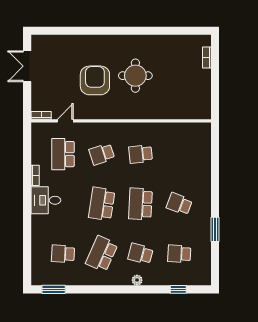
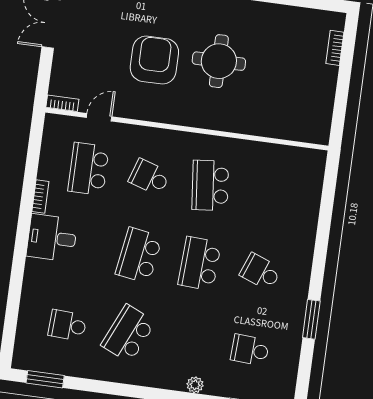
school desk: (102, 154) -> (149, 177), turned 36
school desk: (140, 154) -> (210, 185), width x1.85
school desk: (140, 254) -> (189, 342), removed
plant: (137, 280) -> (195, 385), moved

